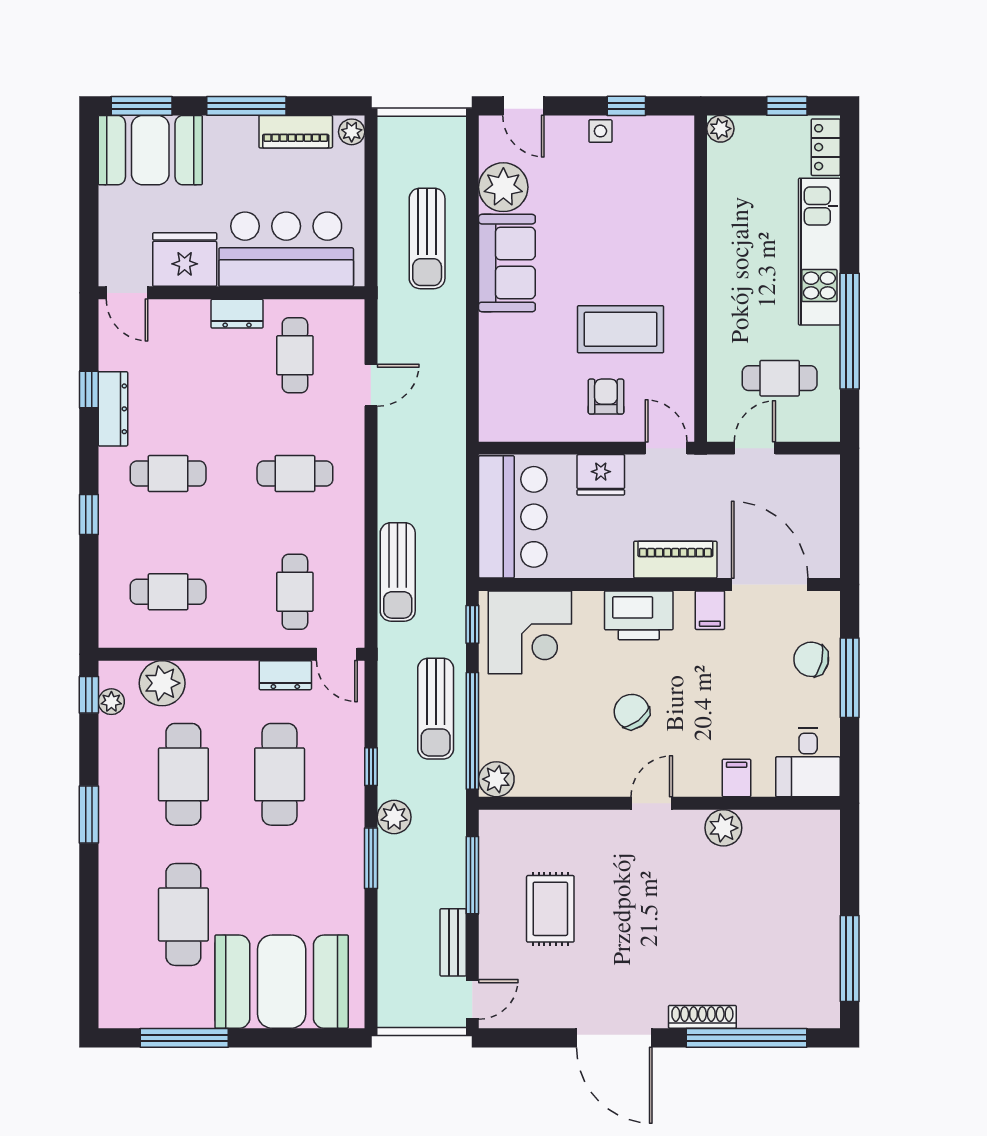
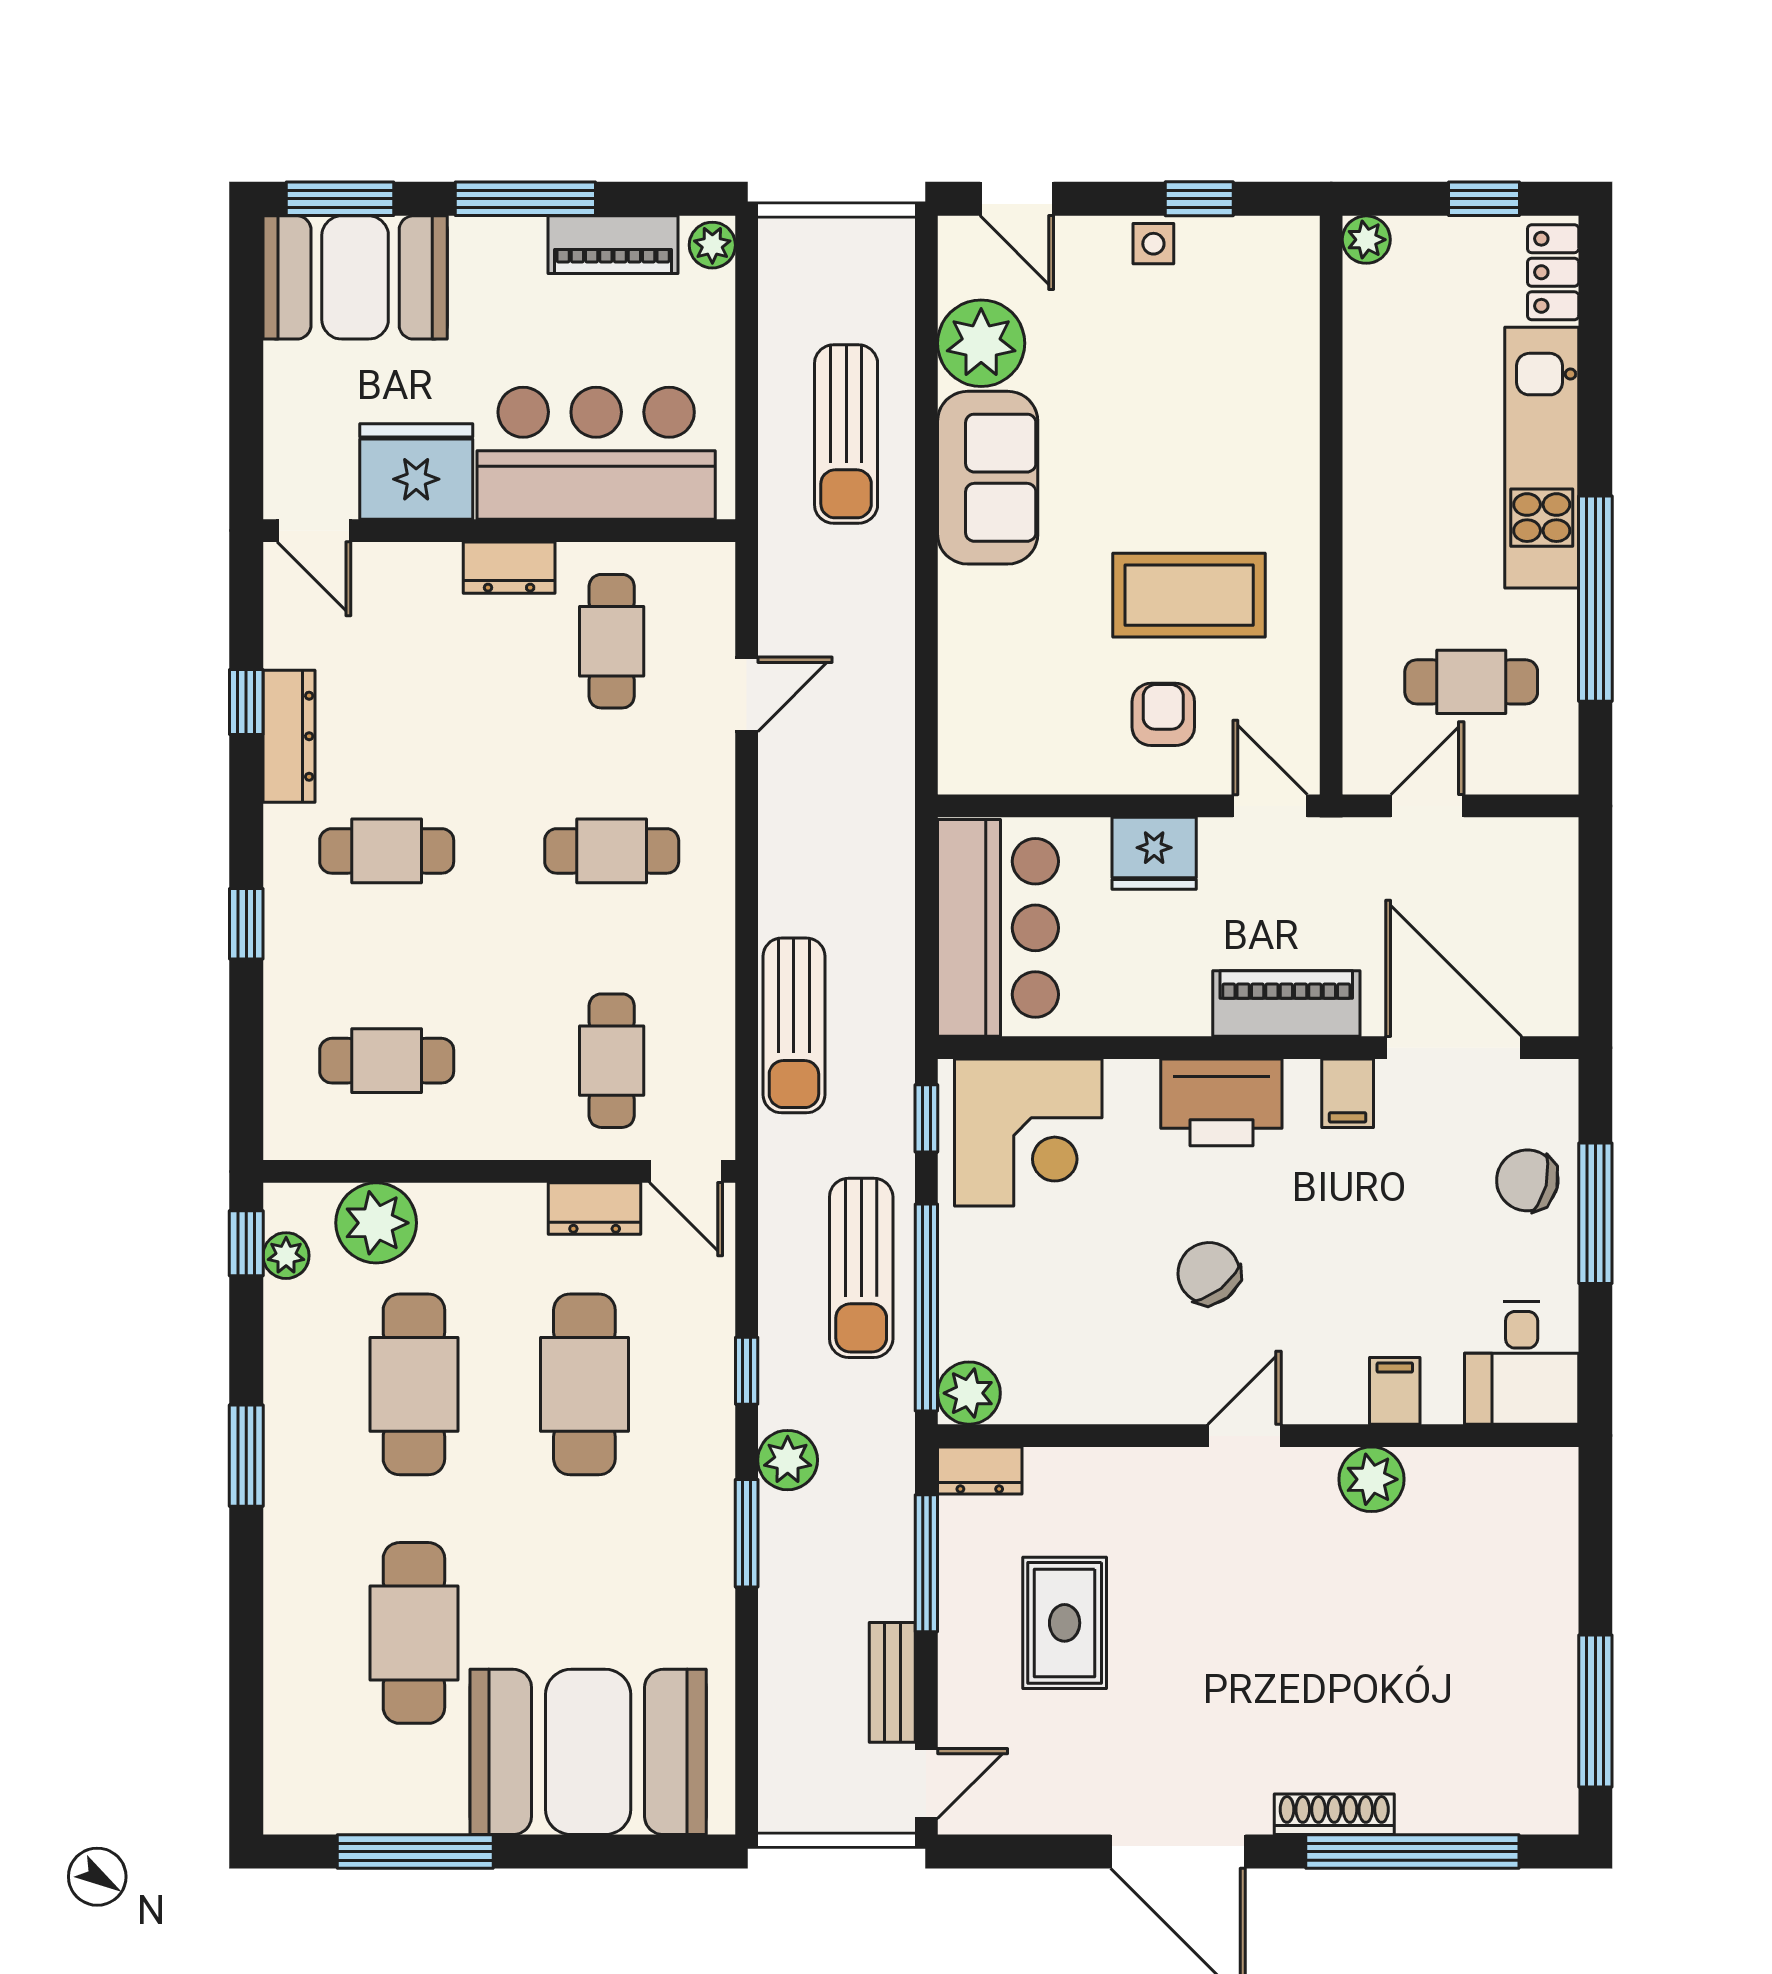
dresser: (502, 823) -> (980, 1471), added

